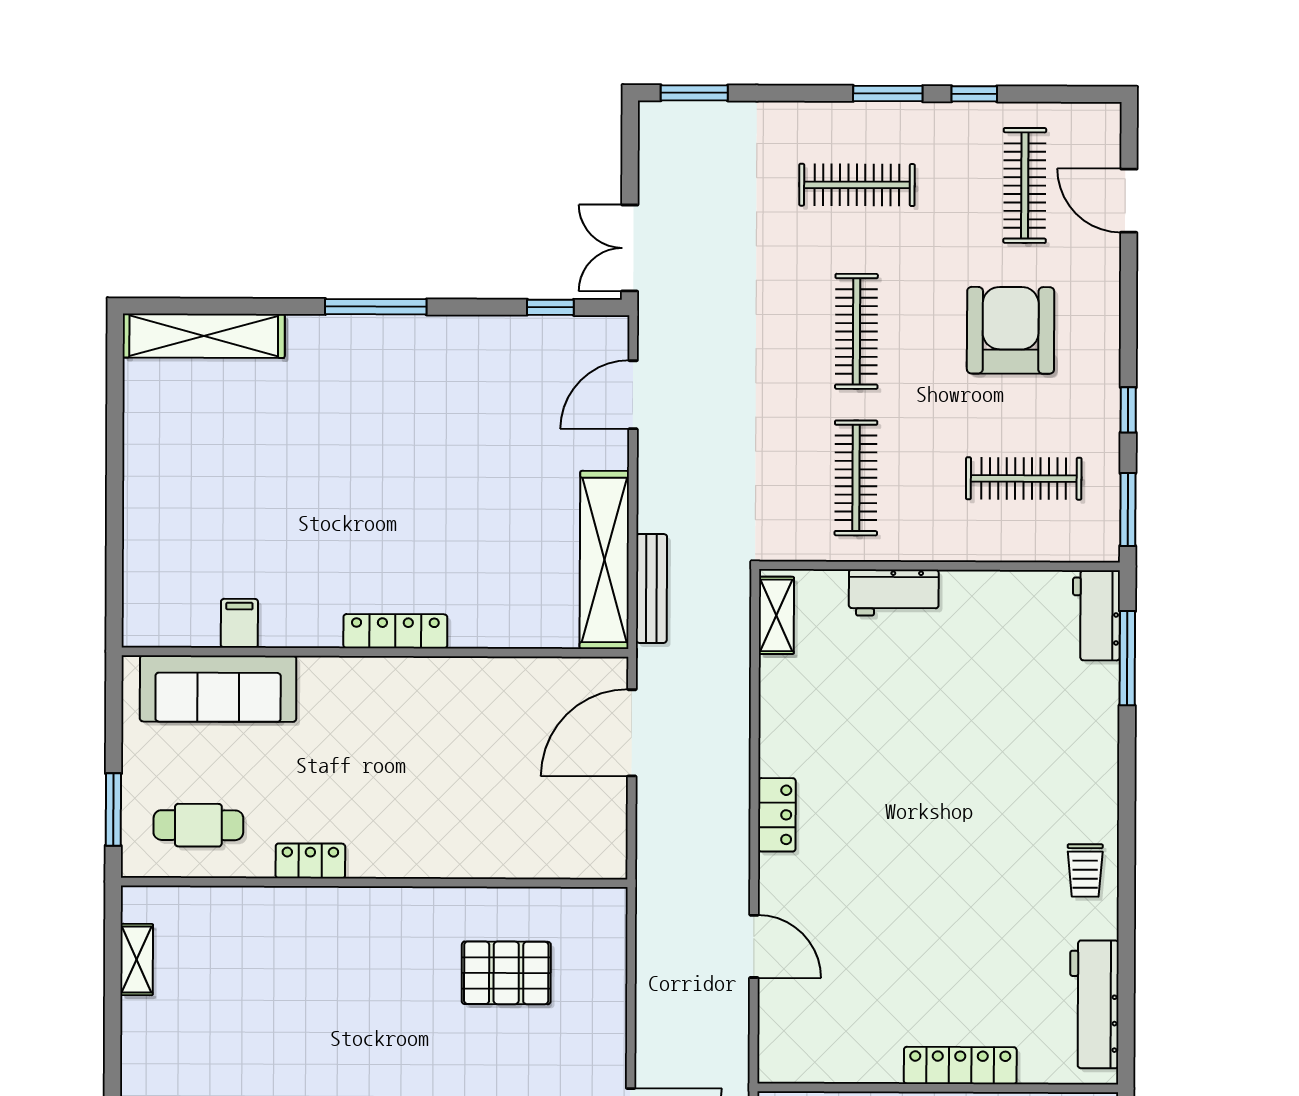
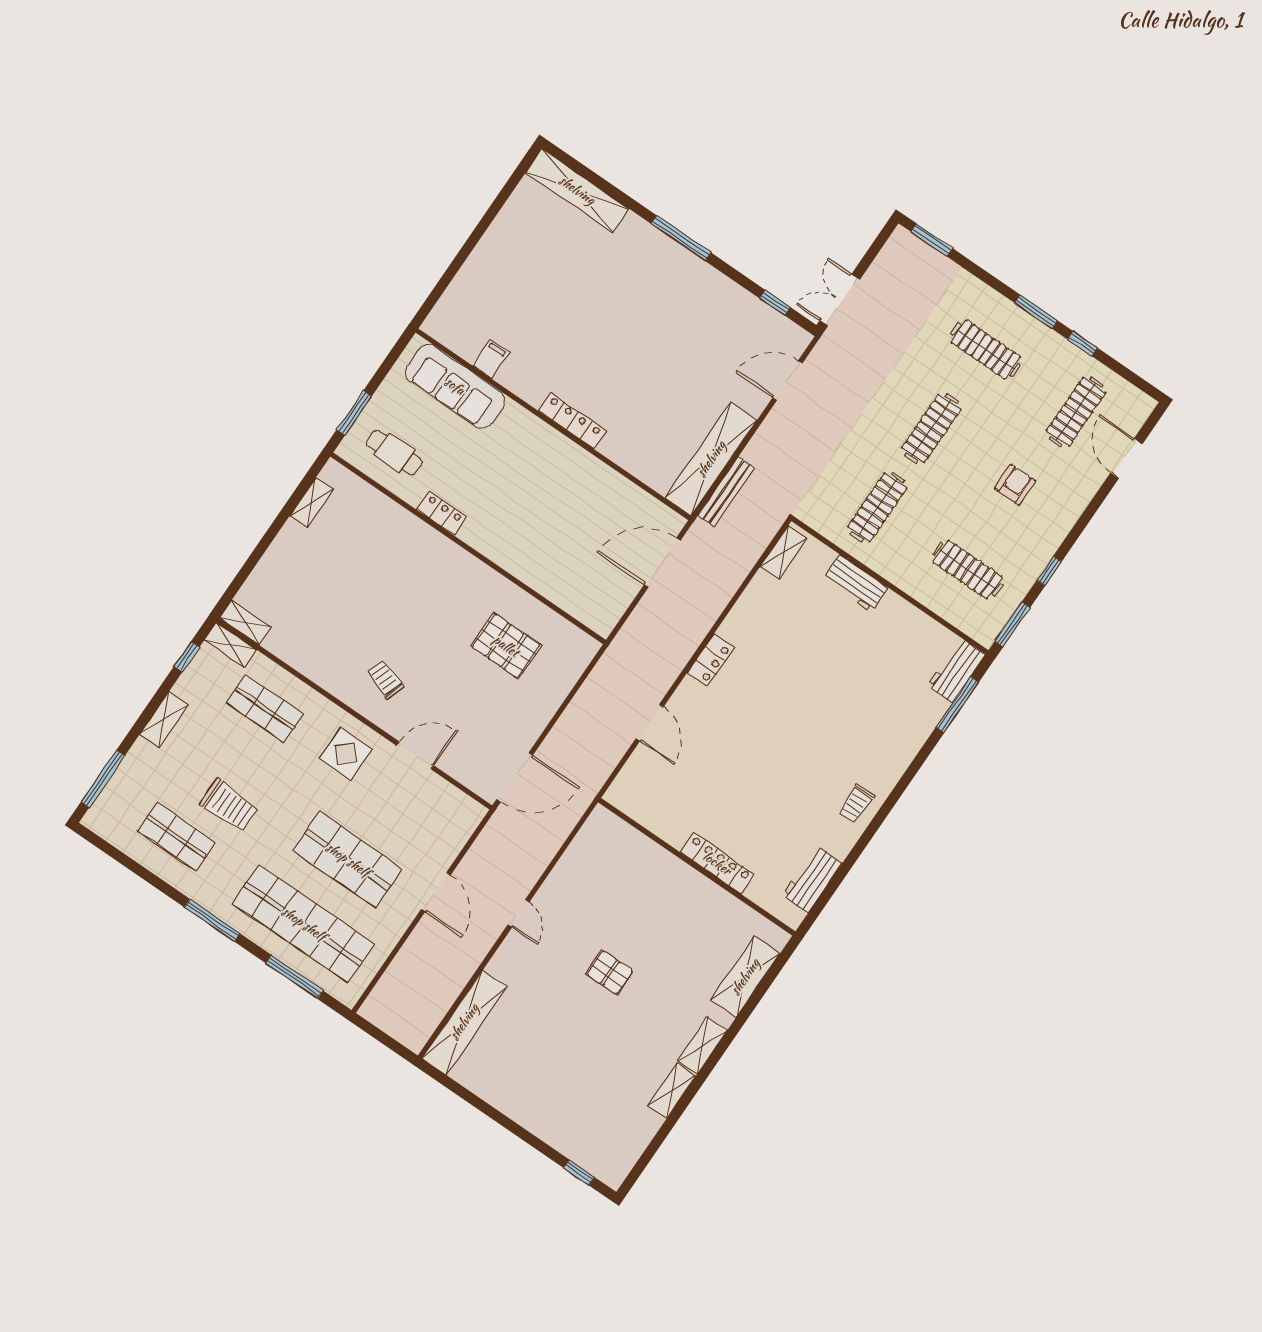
armchair: (1011, 330) -> (1015, 485), width x0.53, depth x0.53
workbench: (1094, 1004) -> (812, 879), width x0.73

